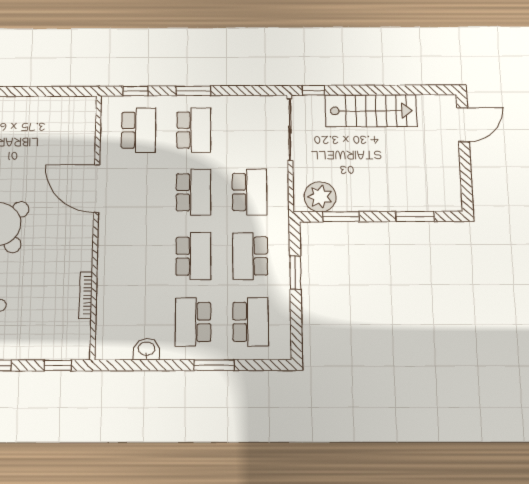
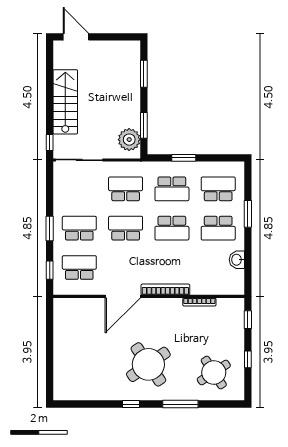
bookcase: (105, 247) -> (165, 289), added
school desk: (193, 256) -> (172, 228), turned 180

